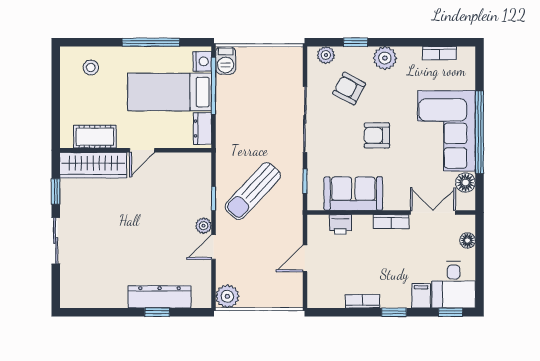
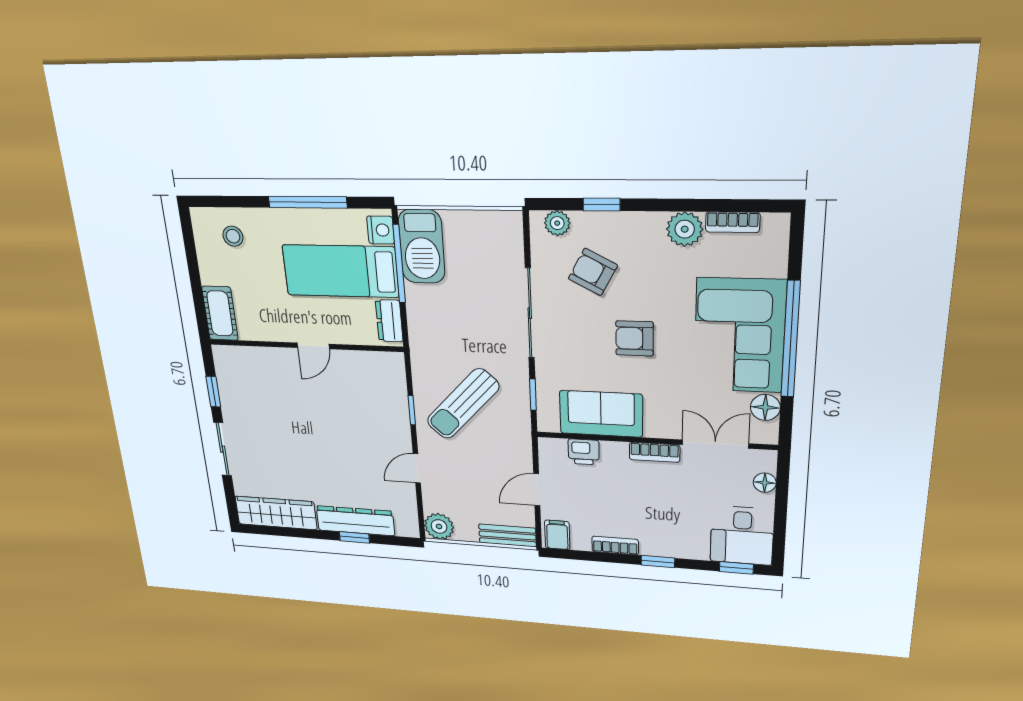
plant: (385, 58) -> (685, 229), moved
barbecue: (226, 60) -> (422, 246), width x1.88, depth x1.53
cot: (95, 137) -> (220, 313), moved, turned 90
wardrobe: (93, 165) -> (276, 513), moved, turned 180
plant: (203, 226) -> (402, 443), removed
filing cabinet: (421, 296) -> (557, 535), moved
bench: (281, 300) -> (507, 535), added

